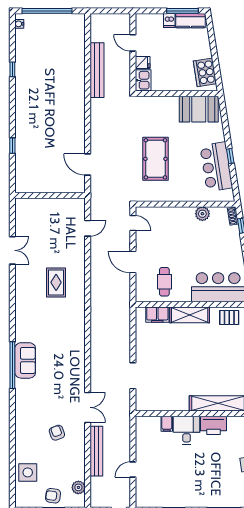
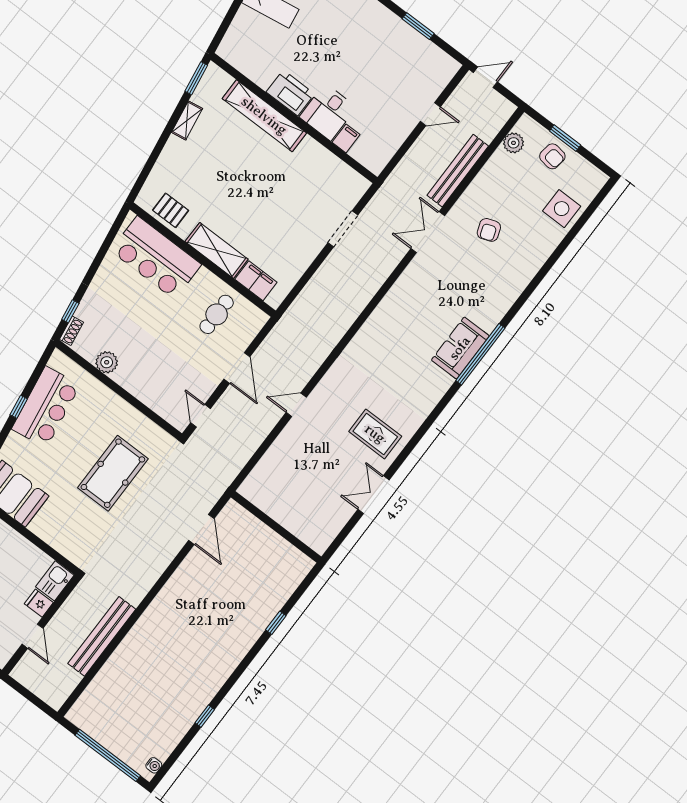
door: (88, 228) -> (296, 405), moved
rug: (56, 282) -> (375, 434), moved, turned 90

